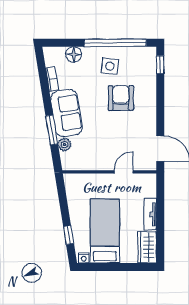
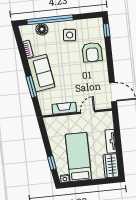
window: (115, 43) -> (50, 20), moved
armchair: (121, 98) -> (92, 52), moved, turned 180
plant: (65, 145) -> (42, 96), removed
fireplace: (93, 163) -> (64, 108), added

